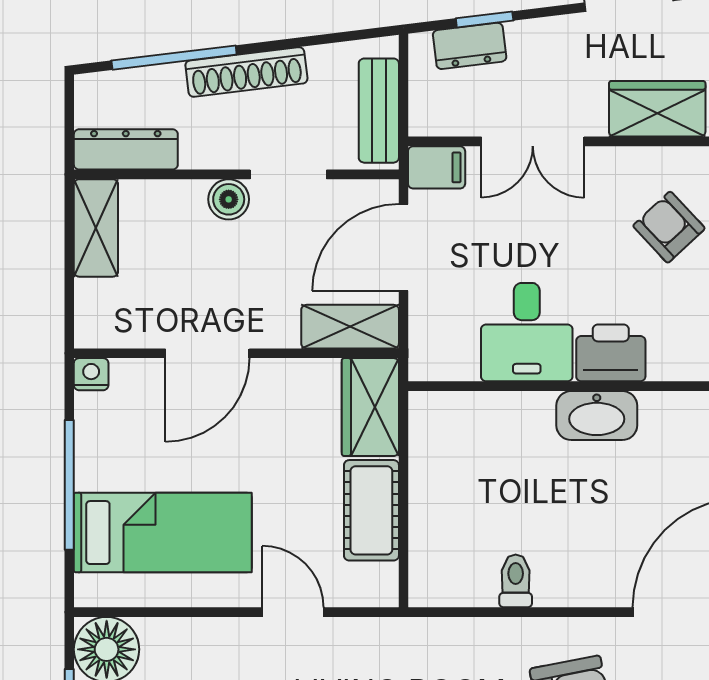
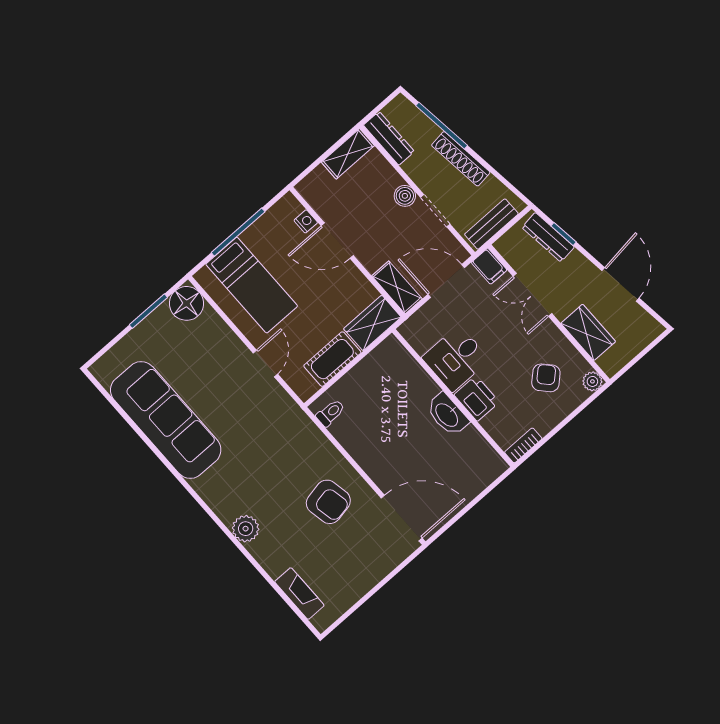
dresser: (470, 46) -> (548, 237), width x1.44
nightstand: (91, 374) -> (306, 221), moved
toilet: (516, 581) -> (331, 413), moved

